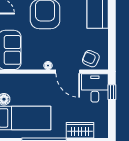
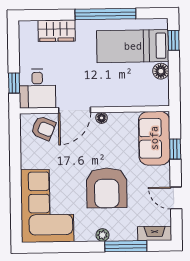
door: (68, 72) -> (74, 110), swing flipped

